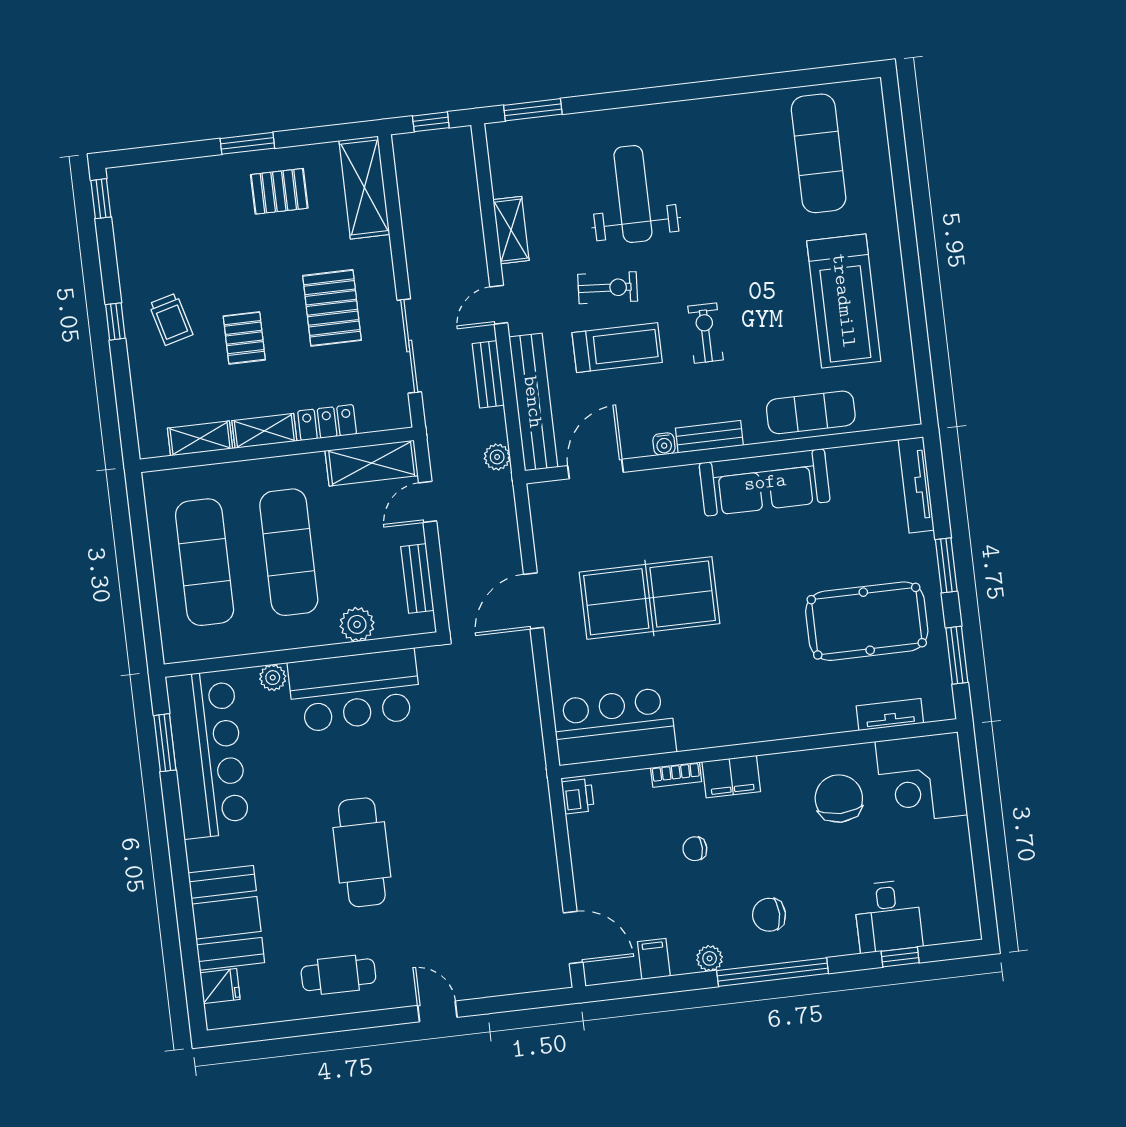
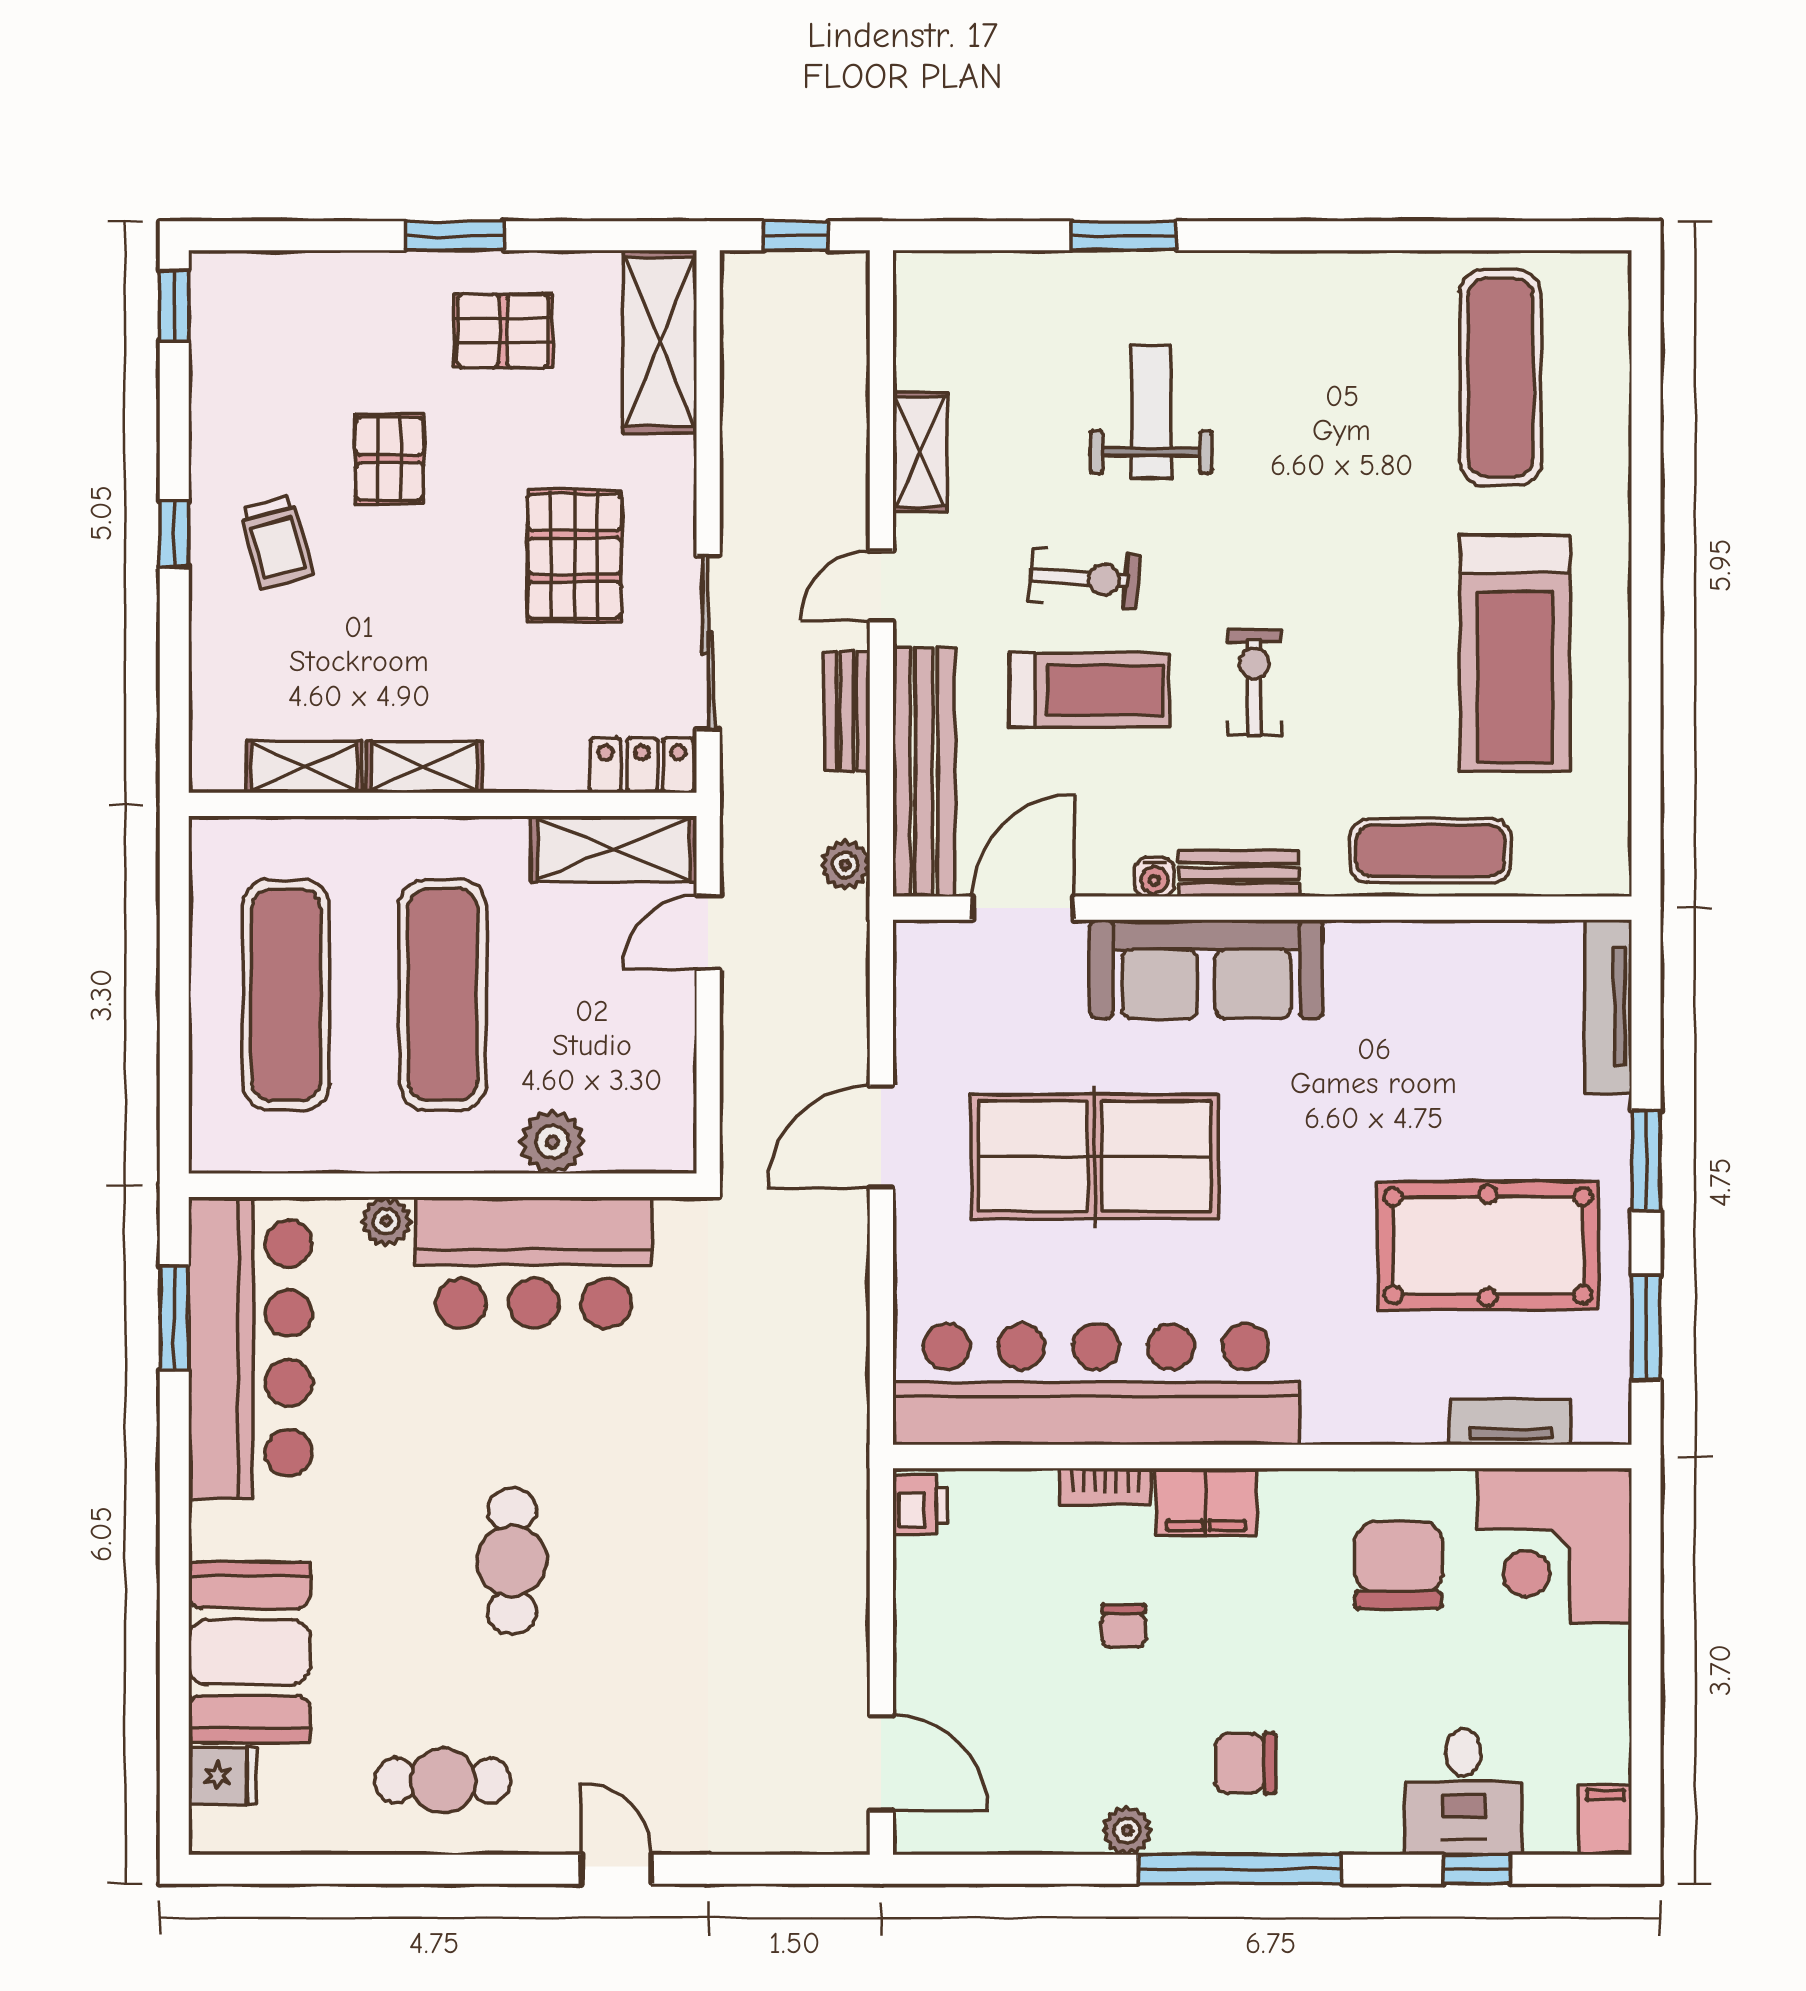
window: (533, 110) -> (1124, 236), moved
weight bench: (633, 194) -> (1151, 412), width x0.73, depth x0.75
pallet: (244, 338) -> (390, 459), moved
locker: (327, 423) -> (642, 765), moved
sofa: (765, 482) -> (1206, 969), moved
bench: (417, 578) -> (673, 1071), removed
bar counter: (614, 726) -> (1096, 1384), width x1.86
chair: (695, 849) -> (1124, 1626), turned -90
cafe table: (362, 852) -> (512, 1561), width x0.73, depth x0.74
filing cabinet: (654, 959) -> (1605, 1820), moved

